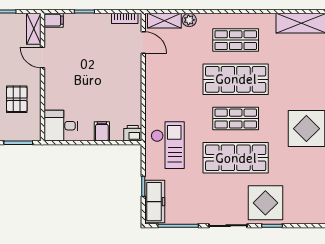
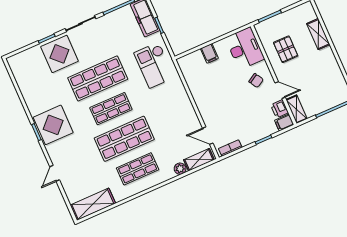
chair: (64, 79) -> (256, 81), added
desk: (61, 126) -> (245, 48), width x1.37
printer: (133, 133) -> (279, 109), moved, turned 90

